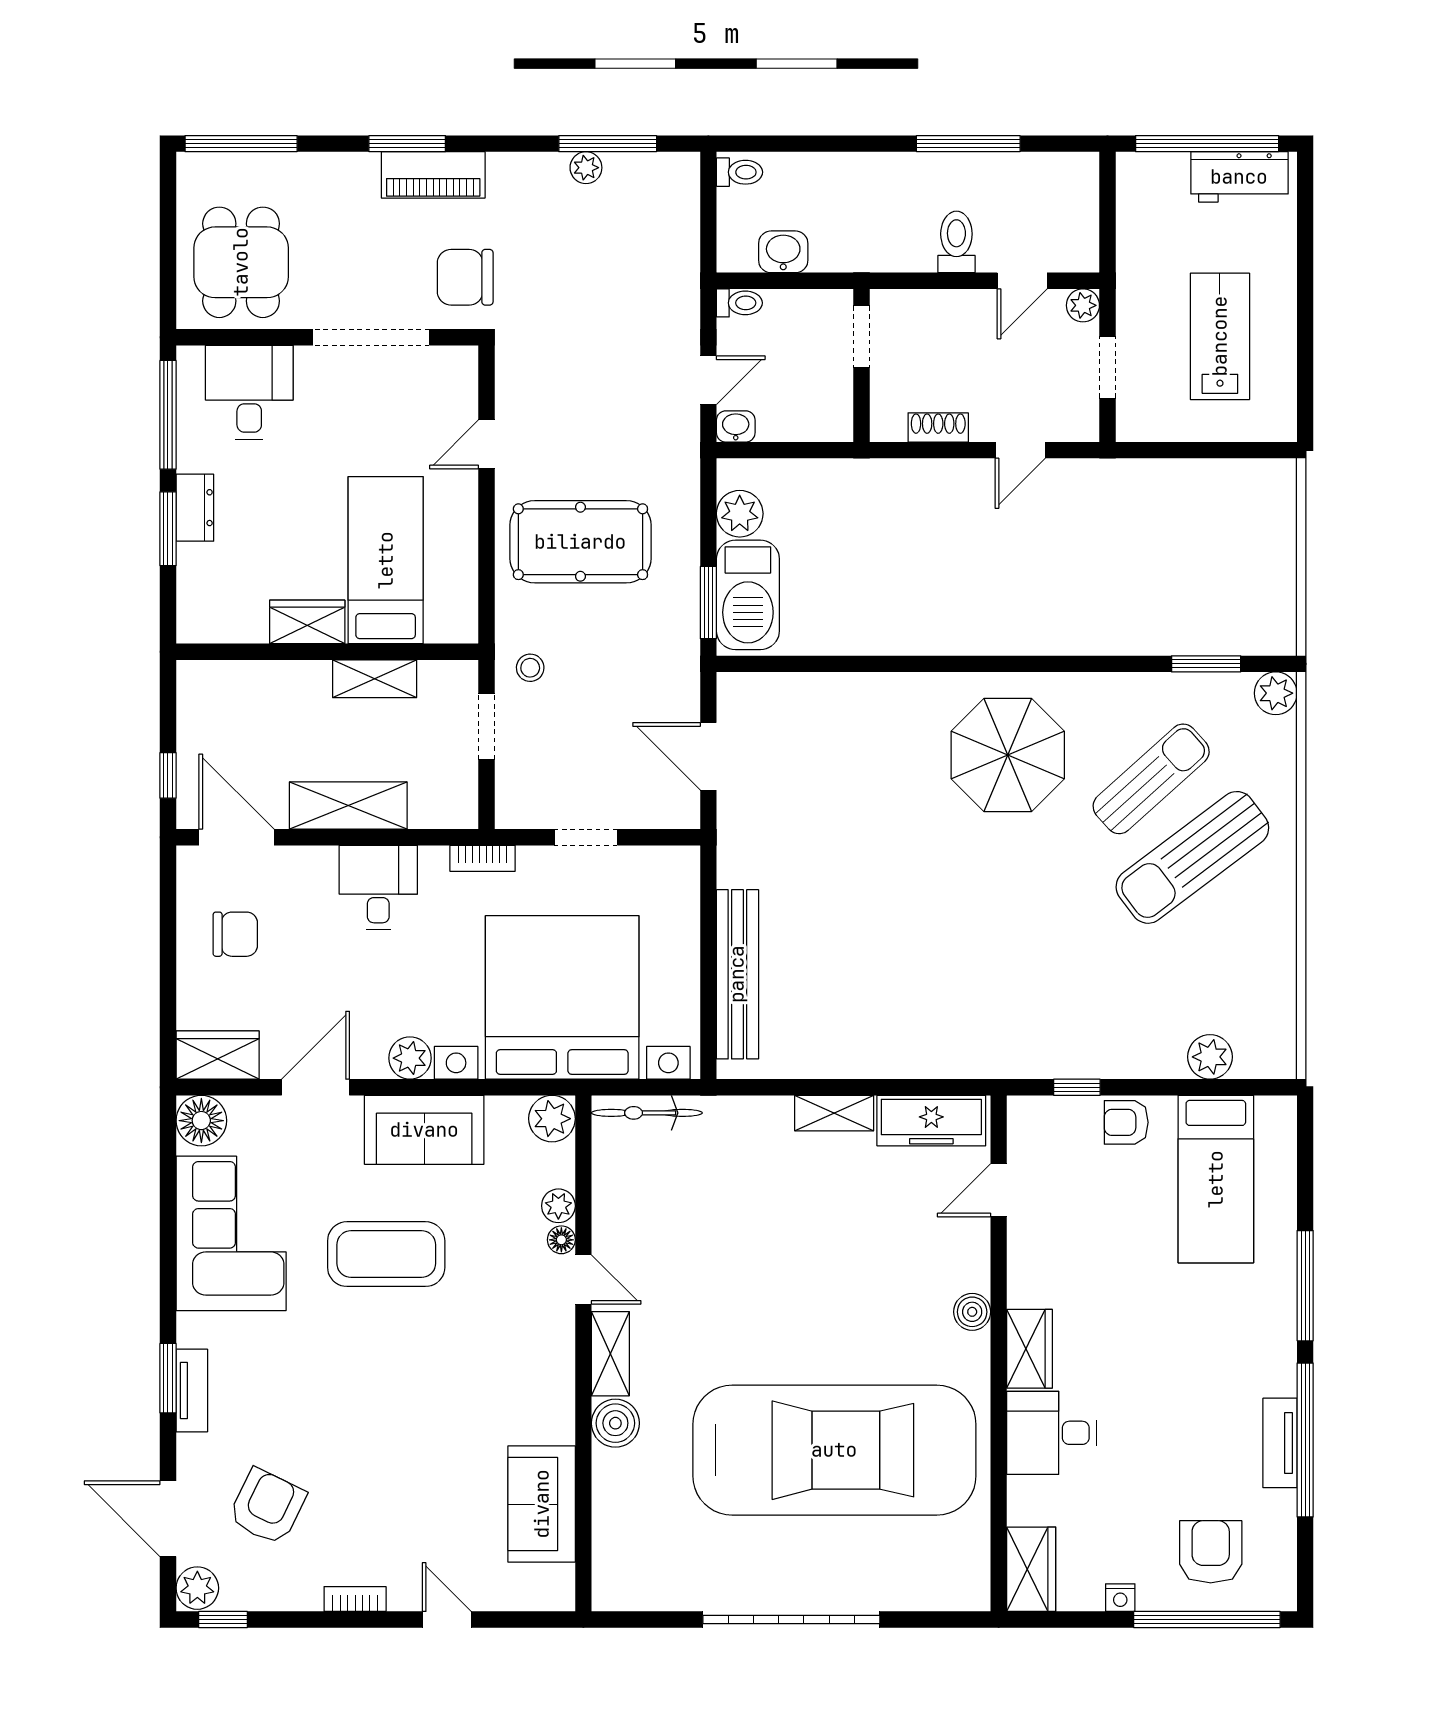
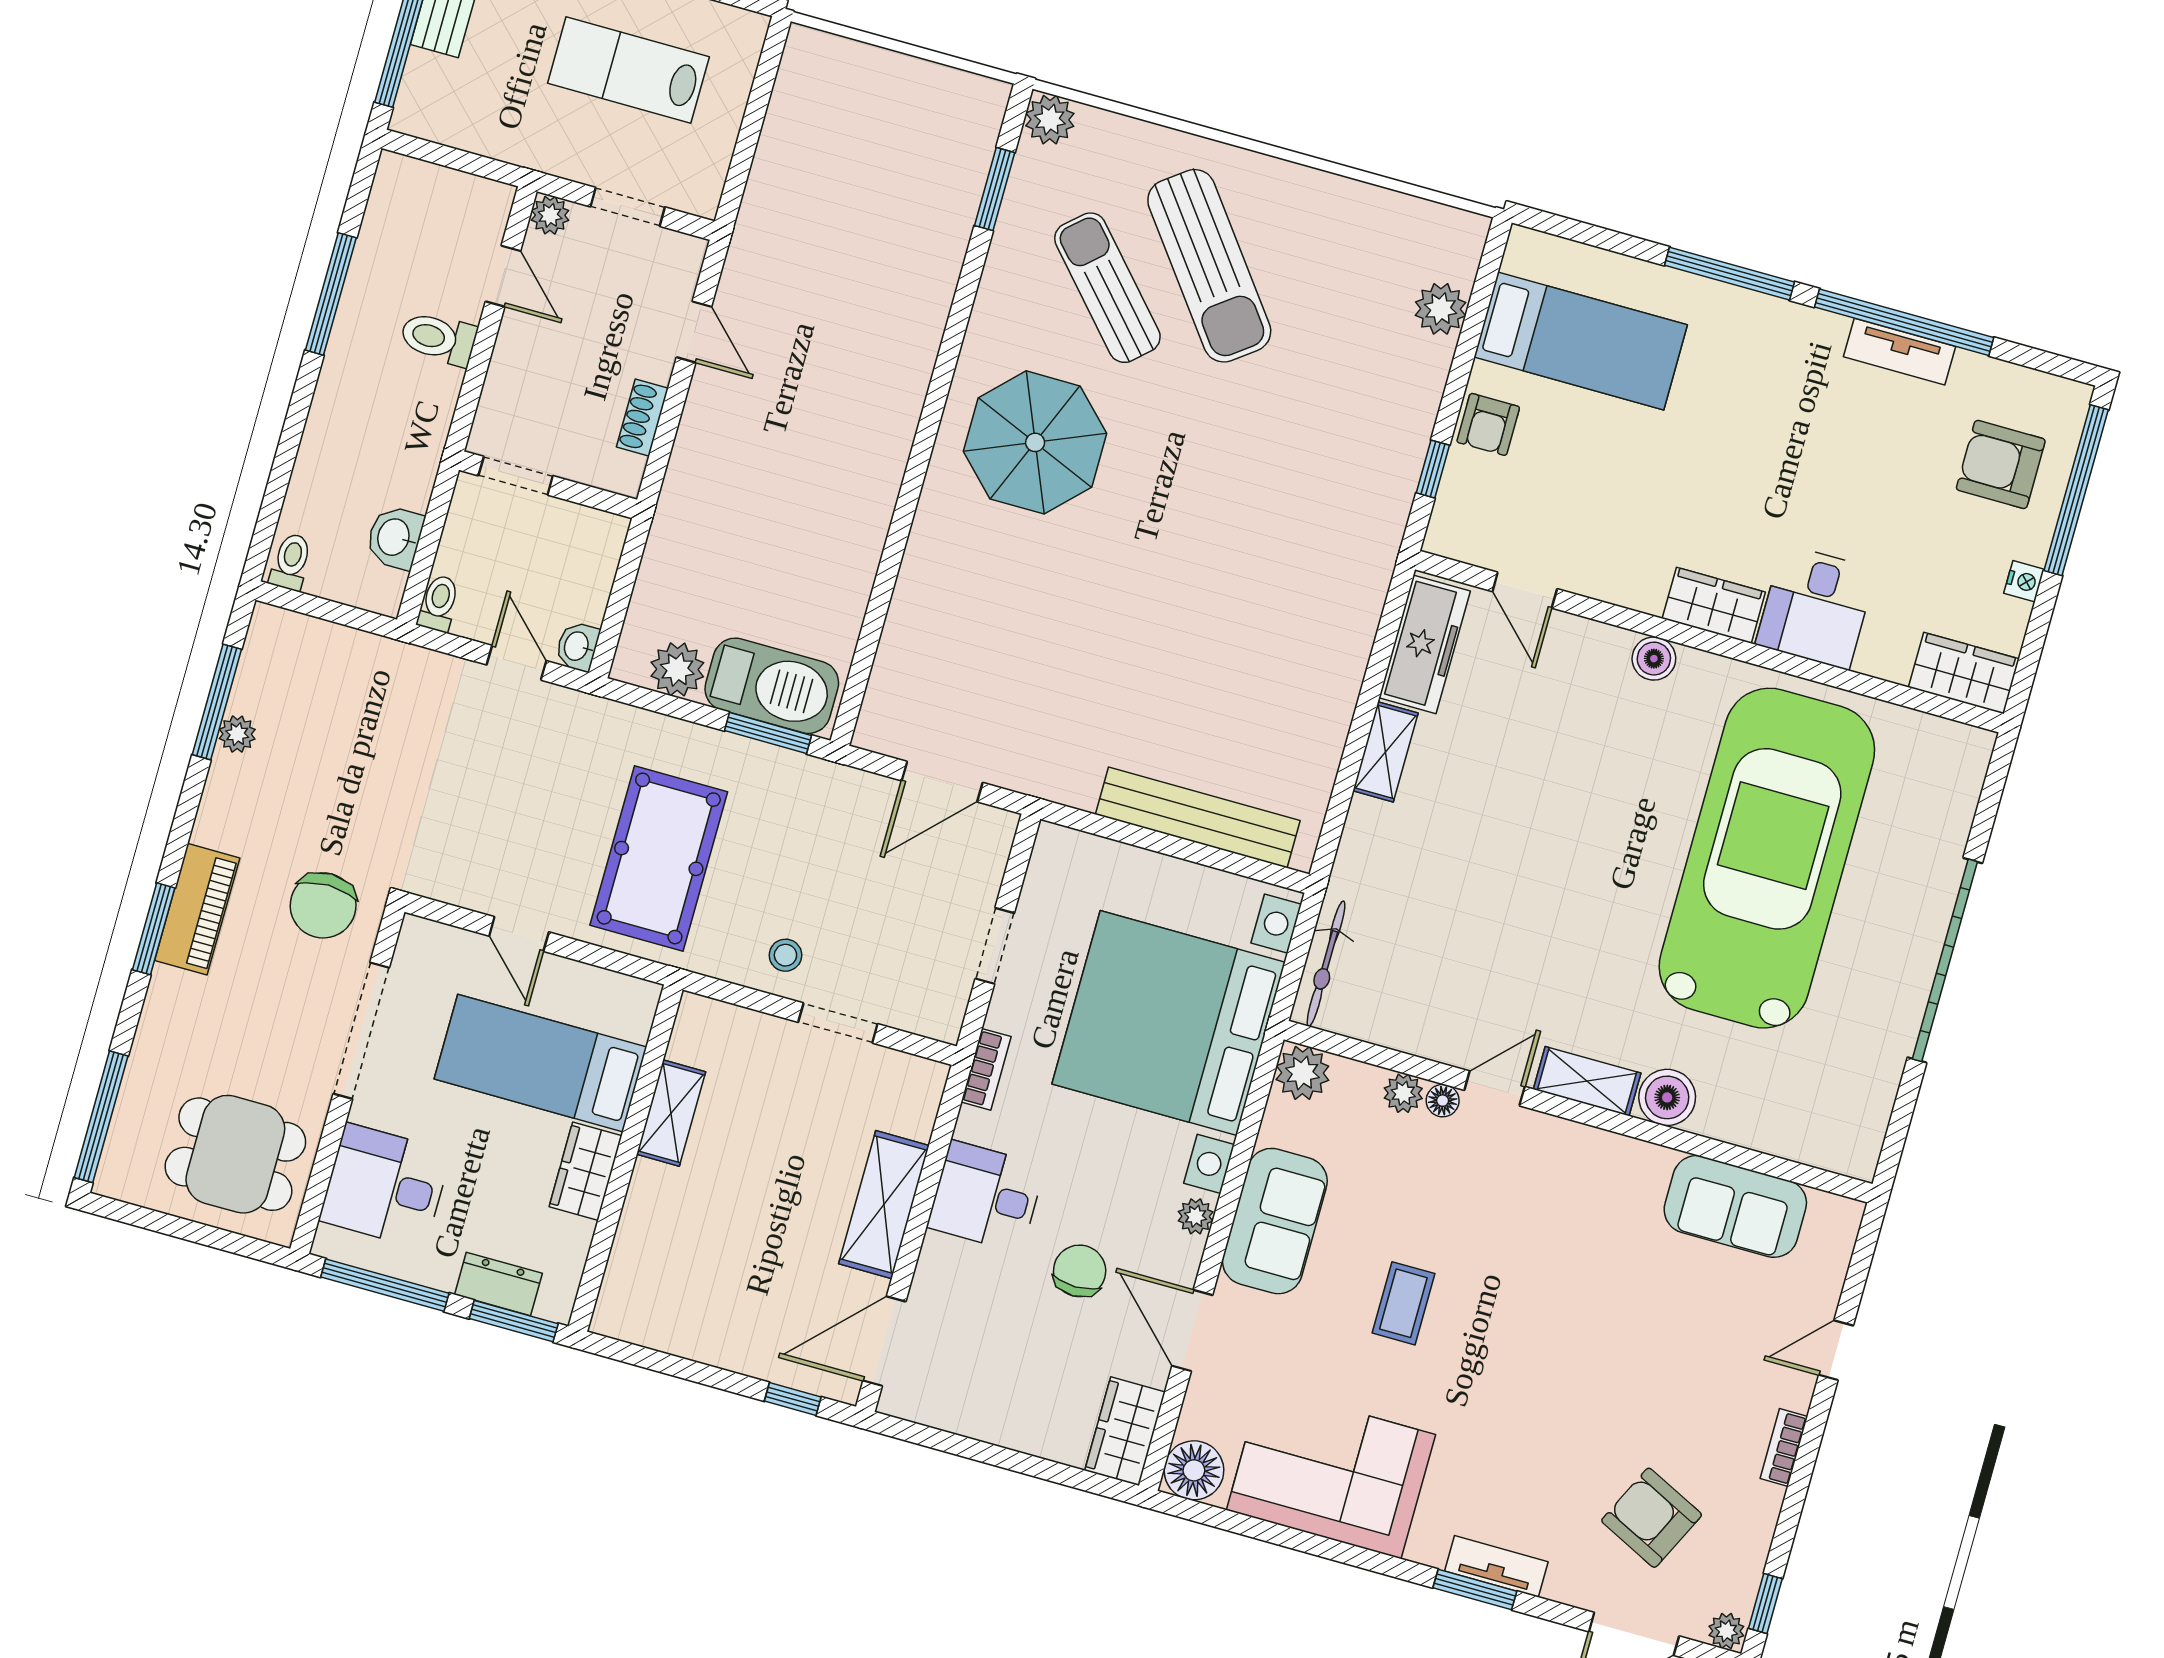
bed: (386, 560) -> (540, 1063), moved
wardrobe: (307, 622) -> (586, 1171), moved
wall: (327, 652) -> (626, 1158), moved
shelving: (375, 679) -> (671, 1113), moved
chair: (235, 934) -> (1080, 1271), moved
plant: (410, 1058) -> (1196, 1216), width x0.73, depth x0.73
coffee table: (386, 1254) -> (1403, 1303), width x0.54, depth x0.58
plant: (197, 1588) -> (1726, 1631), width x0.73, depth x0.73

